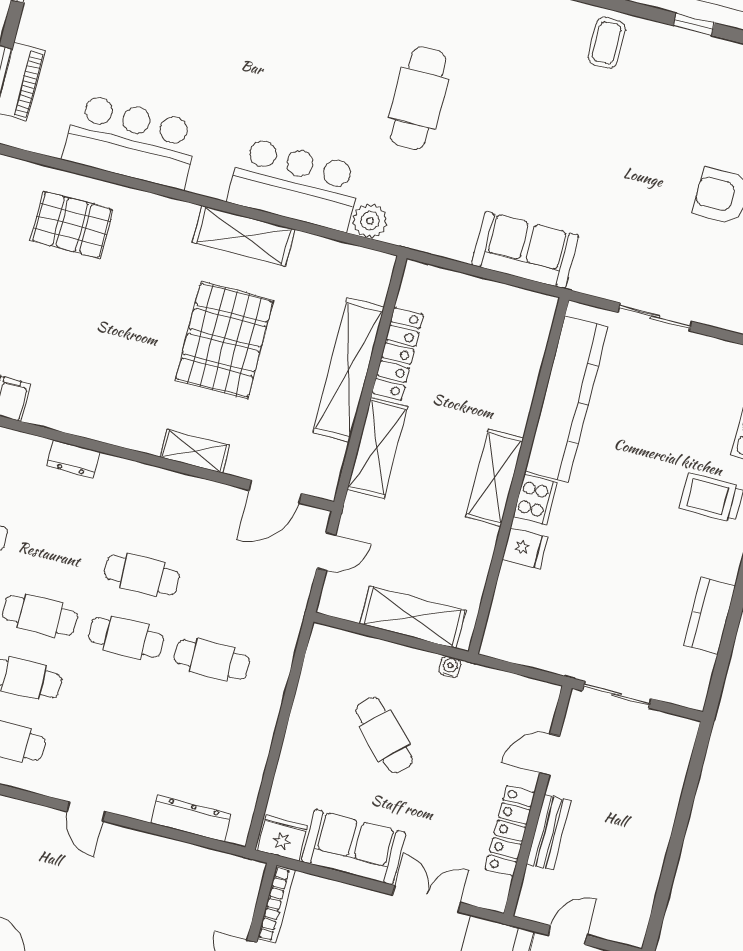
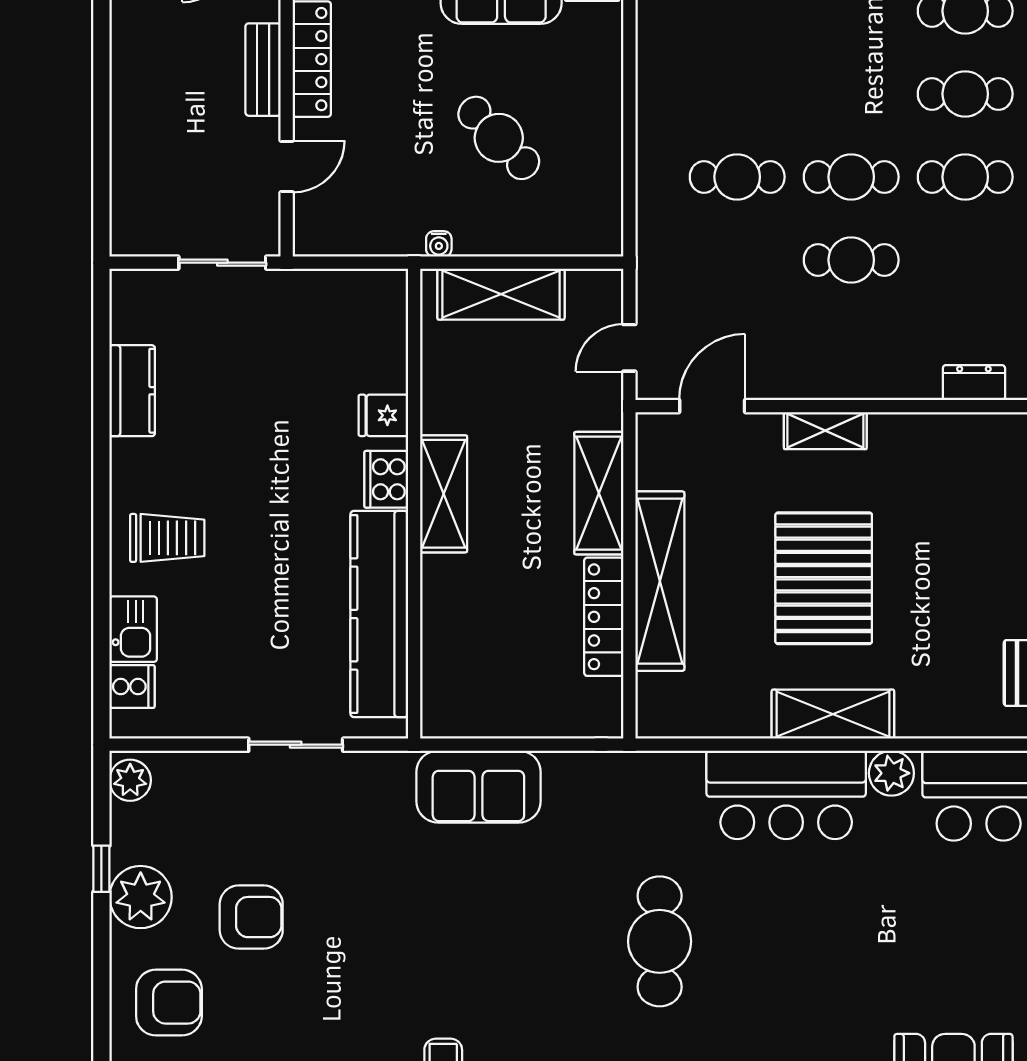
plant: (370, 221) -> (891, 773), moved

